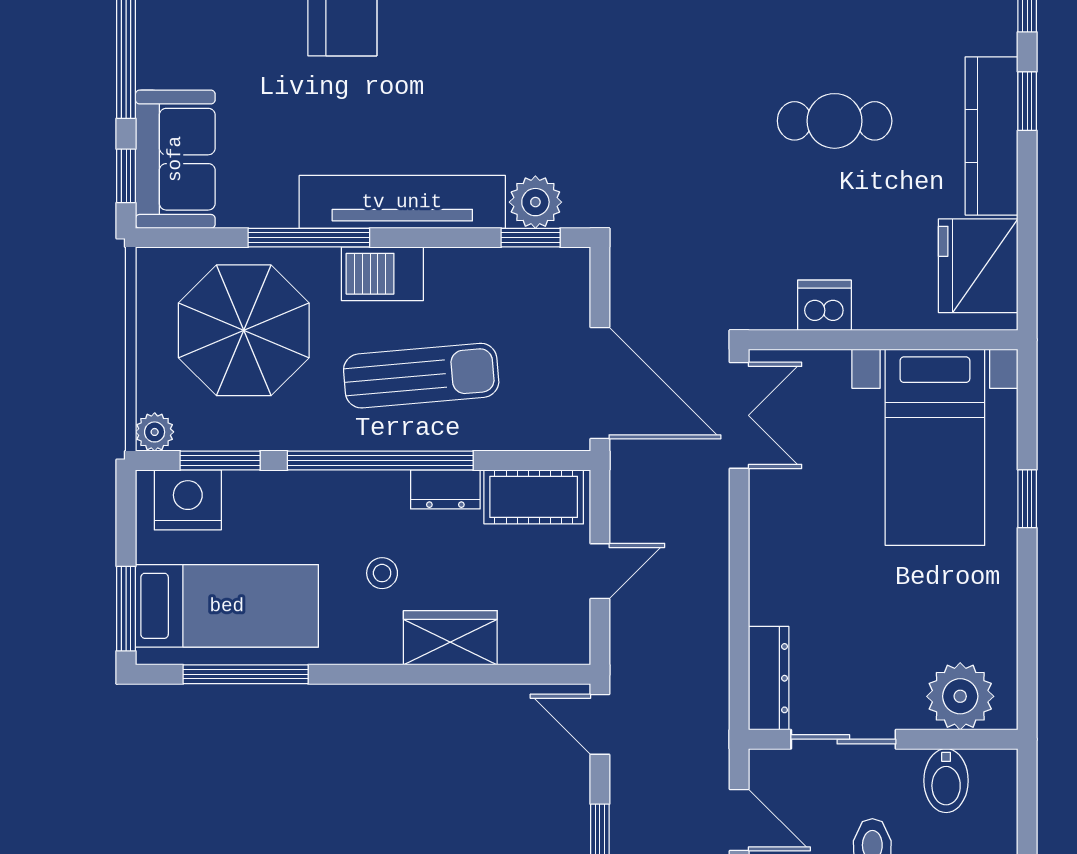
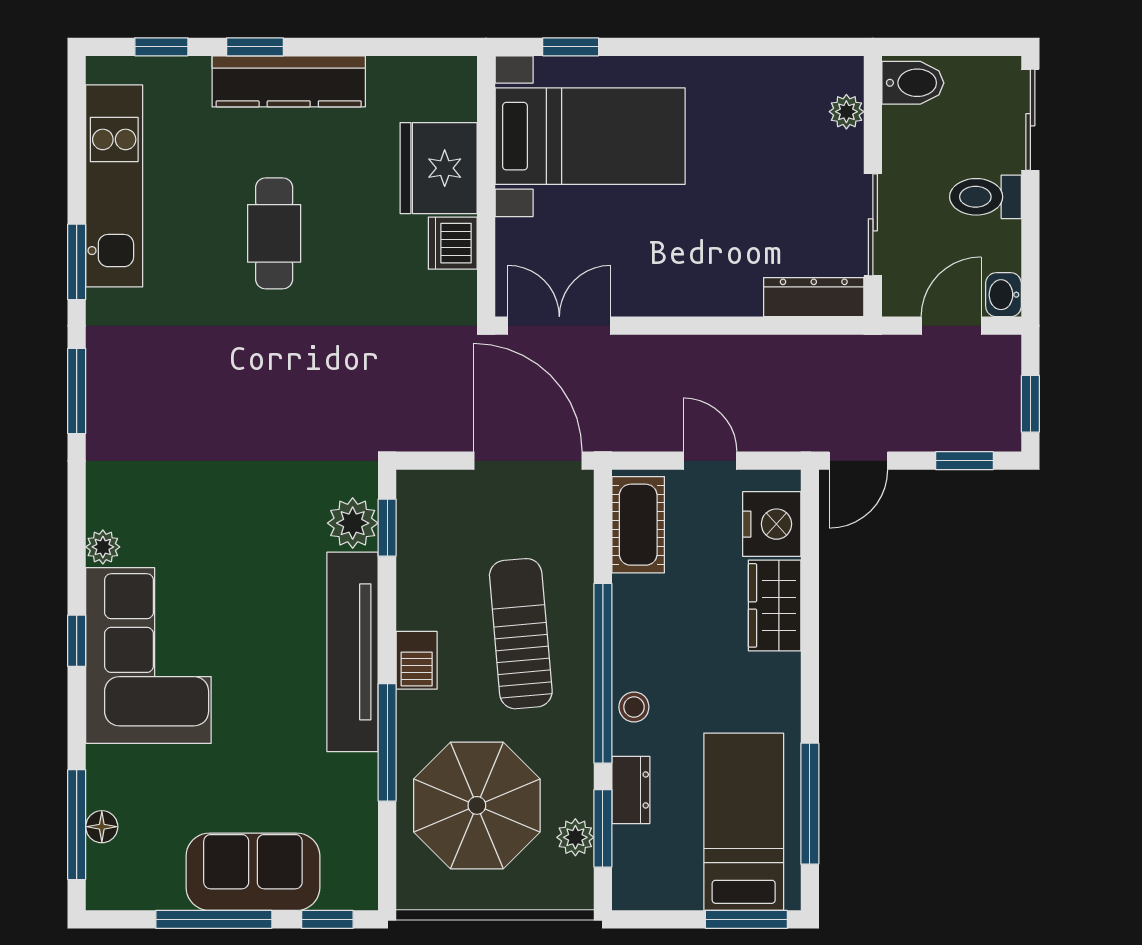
sofa: (175, 159) -> (253, 872), moved
fridge: (978, 266) -> (439, 168), moved, turned 90
barbecue: (382, 274) -> (417, 660), width x0.73, depth x0.79
door: (600, 383) -> (528, 461), hinge flipped
plant: (155, 432) -> (575, 837), moved
dresser: (445, 489) -> (631, 790), moved
window: (1027, 499) -> (571, 47), moved
nightstand: (188, 500) -> (772, 524), moved, turned 180
stool: (382, 573) -> (634, 707), moved
plant: (960, 696) -> (846, 112), width x0.53, depth x0.53
bidet: (946, 781) -> (913, 83), moved

